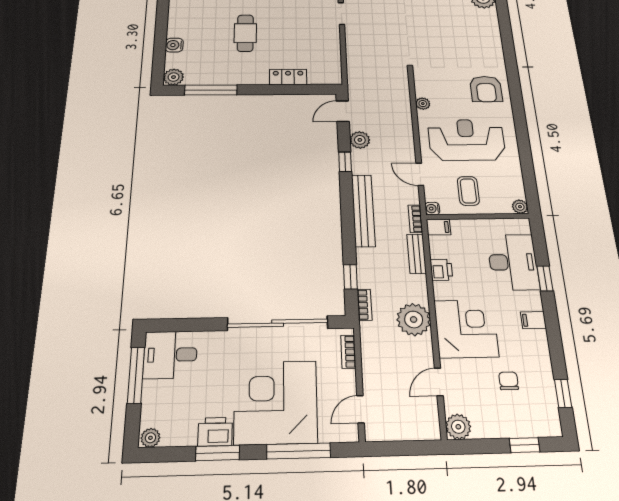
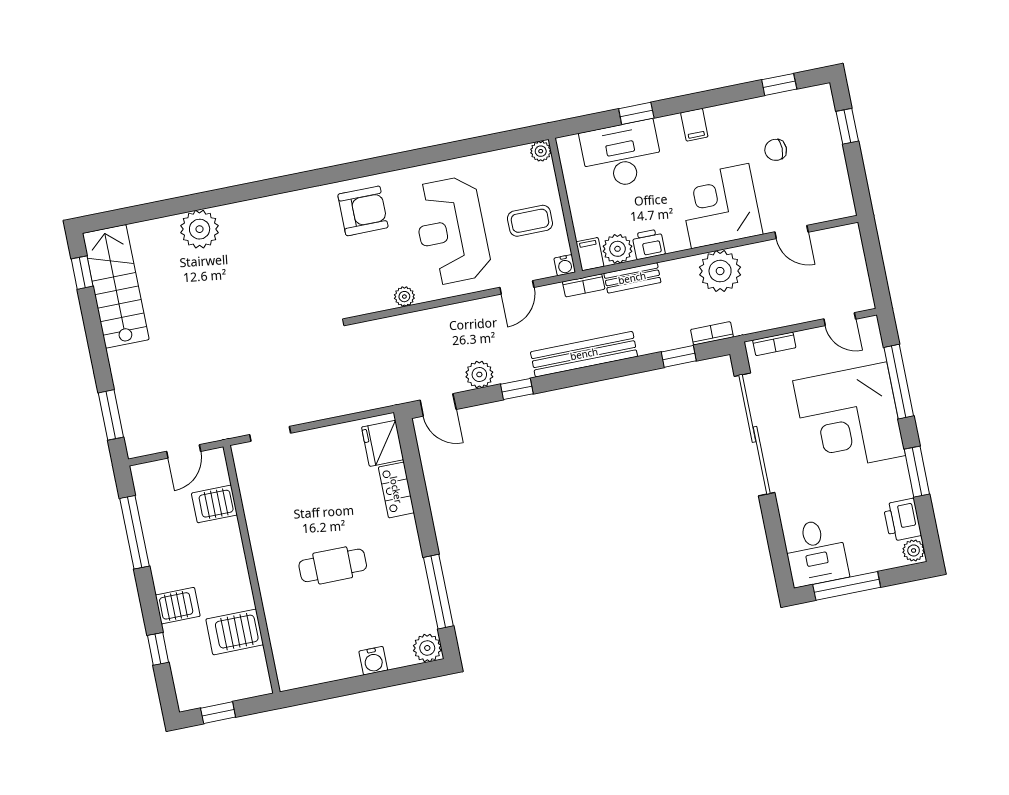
fridge: (322, 74) -> (383, 443), added
plant: (458, 427) -> (617, 249), moved
printer: (215, 432) -> (902, 520), moved

